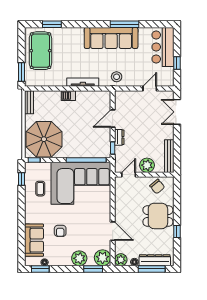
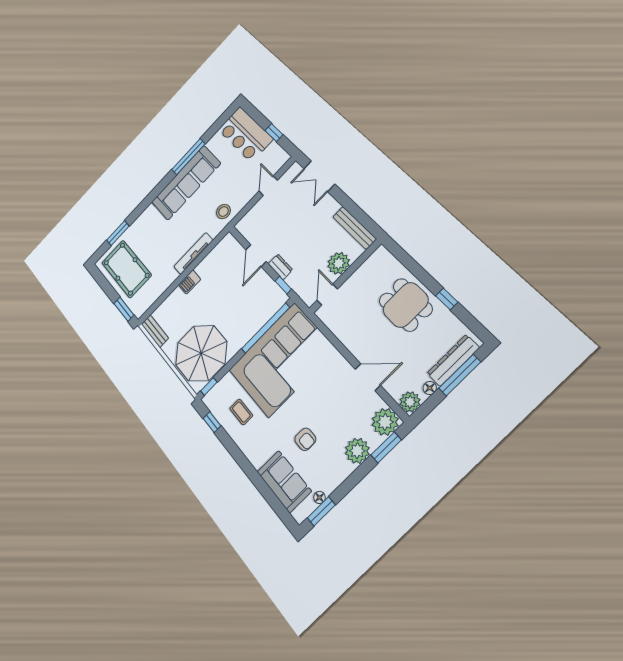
chair: (157, 186) -> (372, 274), removed
dining table: (158, 216) -> (406, 305), turned 90

